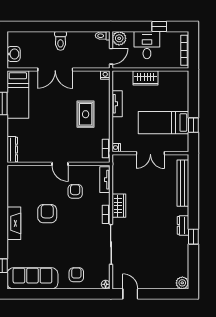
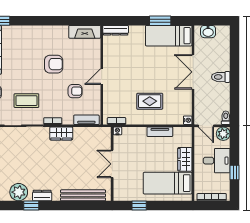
bed: (164, 123) -> (168, 183), moved, turned -90
fireplace: (14, 223) -> (85, 32), moved
coffee table: (85, 242) -> (26, 101), added
plant: (180, 250) -> (19, 192), added

